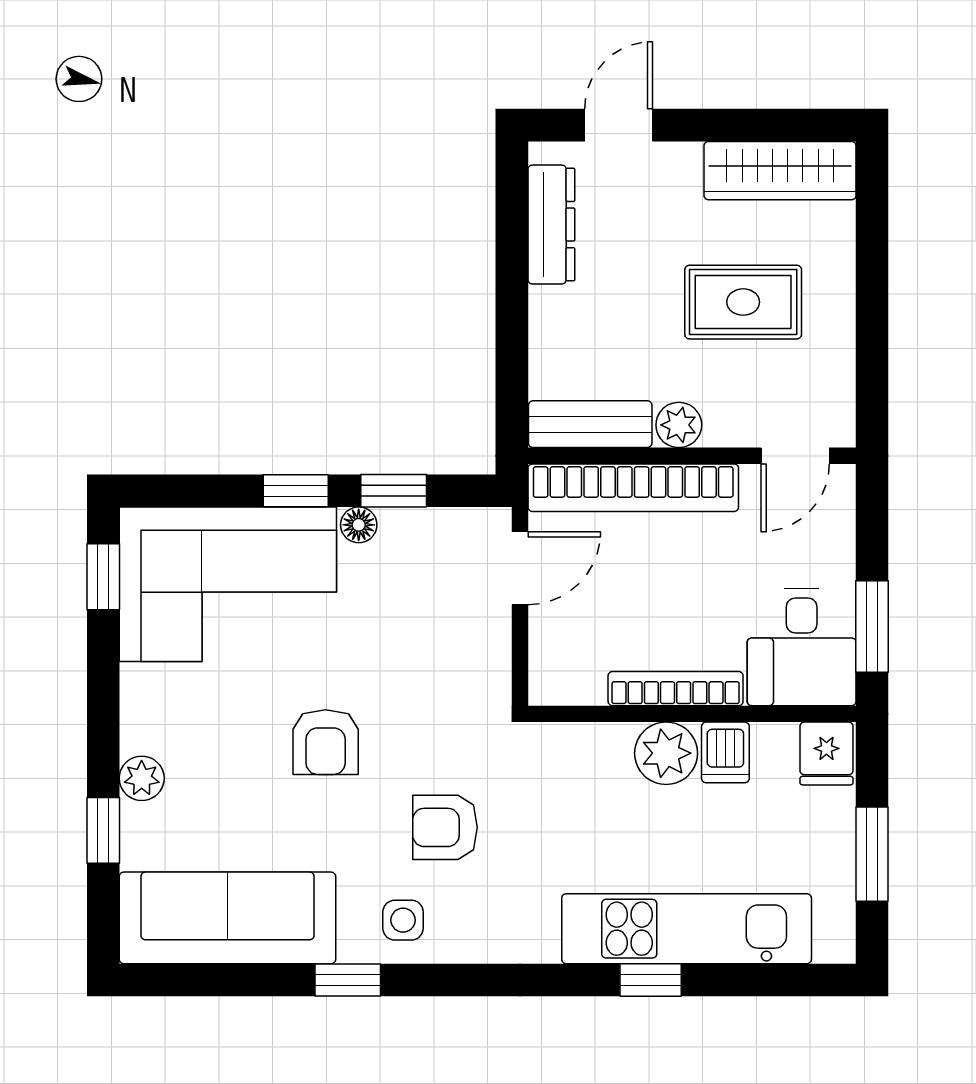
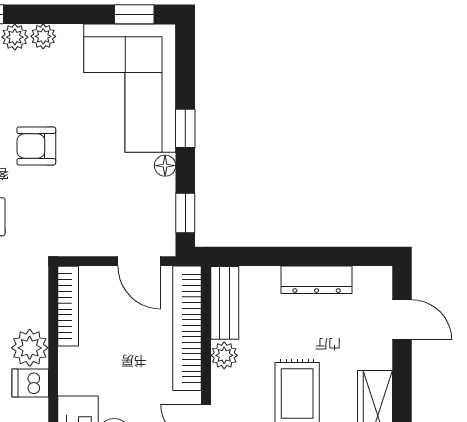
dresser: (551, 225) -> (317, 280), moved
window: (394, 491) -> (185, 213), moved
bookcase: (676, 689) -> (68, 306), moved
plant: (141, 730) -> (43, 36), added

